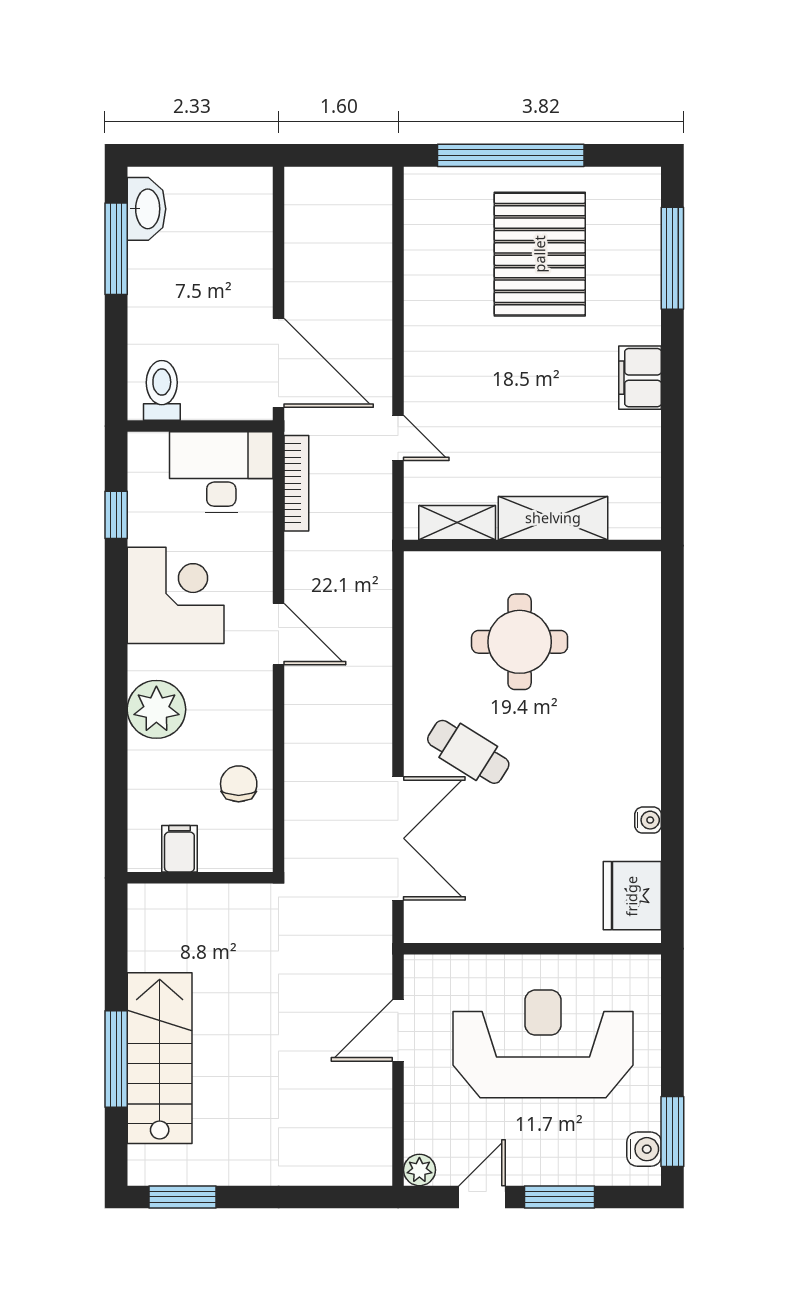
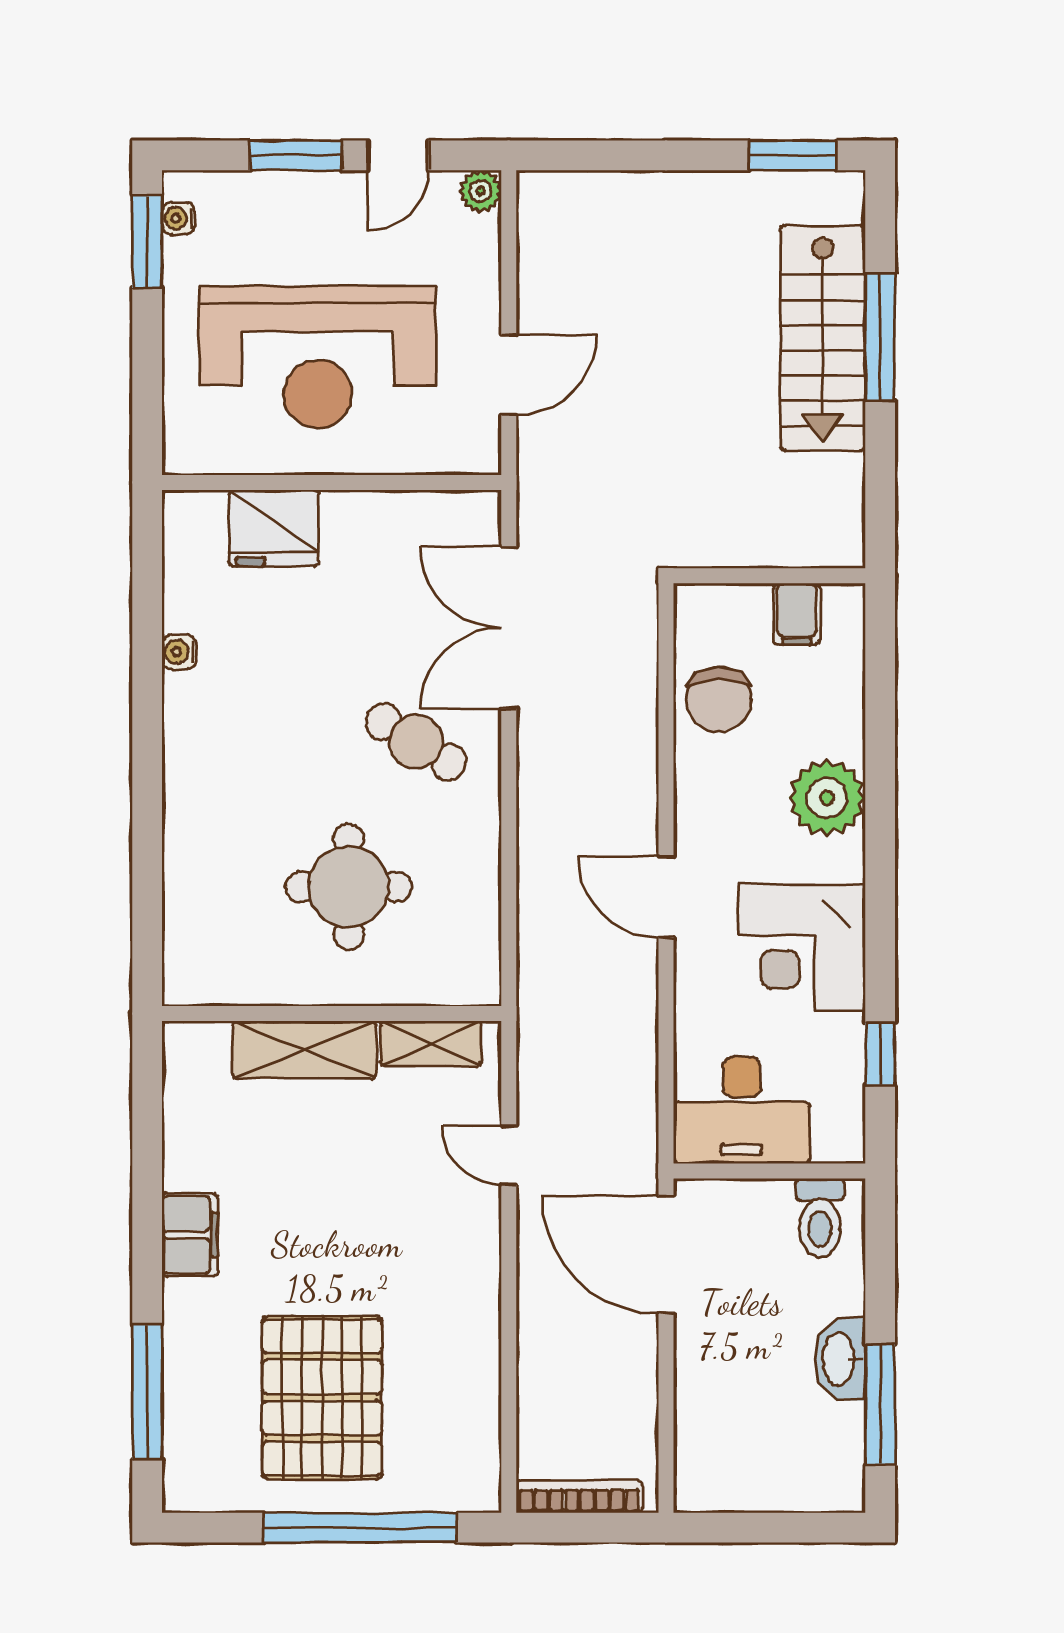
washbasin: (147, 209) -> (840, 1359), moved
bookcase: (296, 483) -> (579, 1497), moved, turned 90
chair: (239, 784) -> (719, 700), width x1.37, depth x1.37
fridge: (632, 896) -> (274, 528), moved, turned 90
water cooler: (644, 1149) -> (178, 218), width x0.72, depth x0.72

